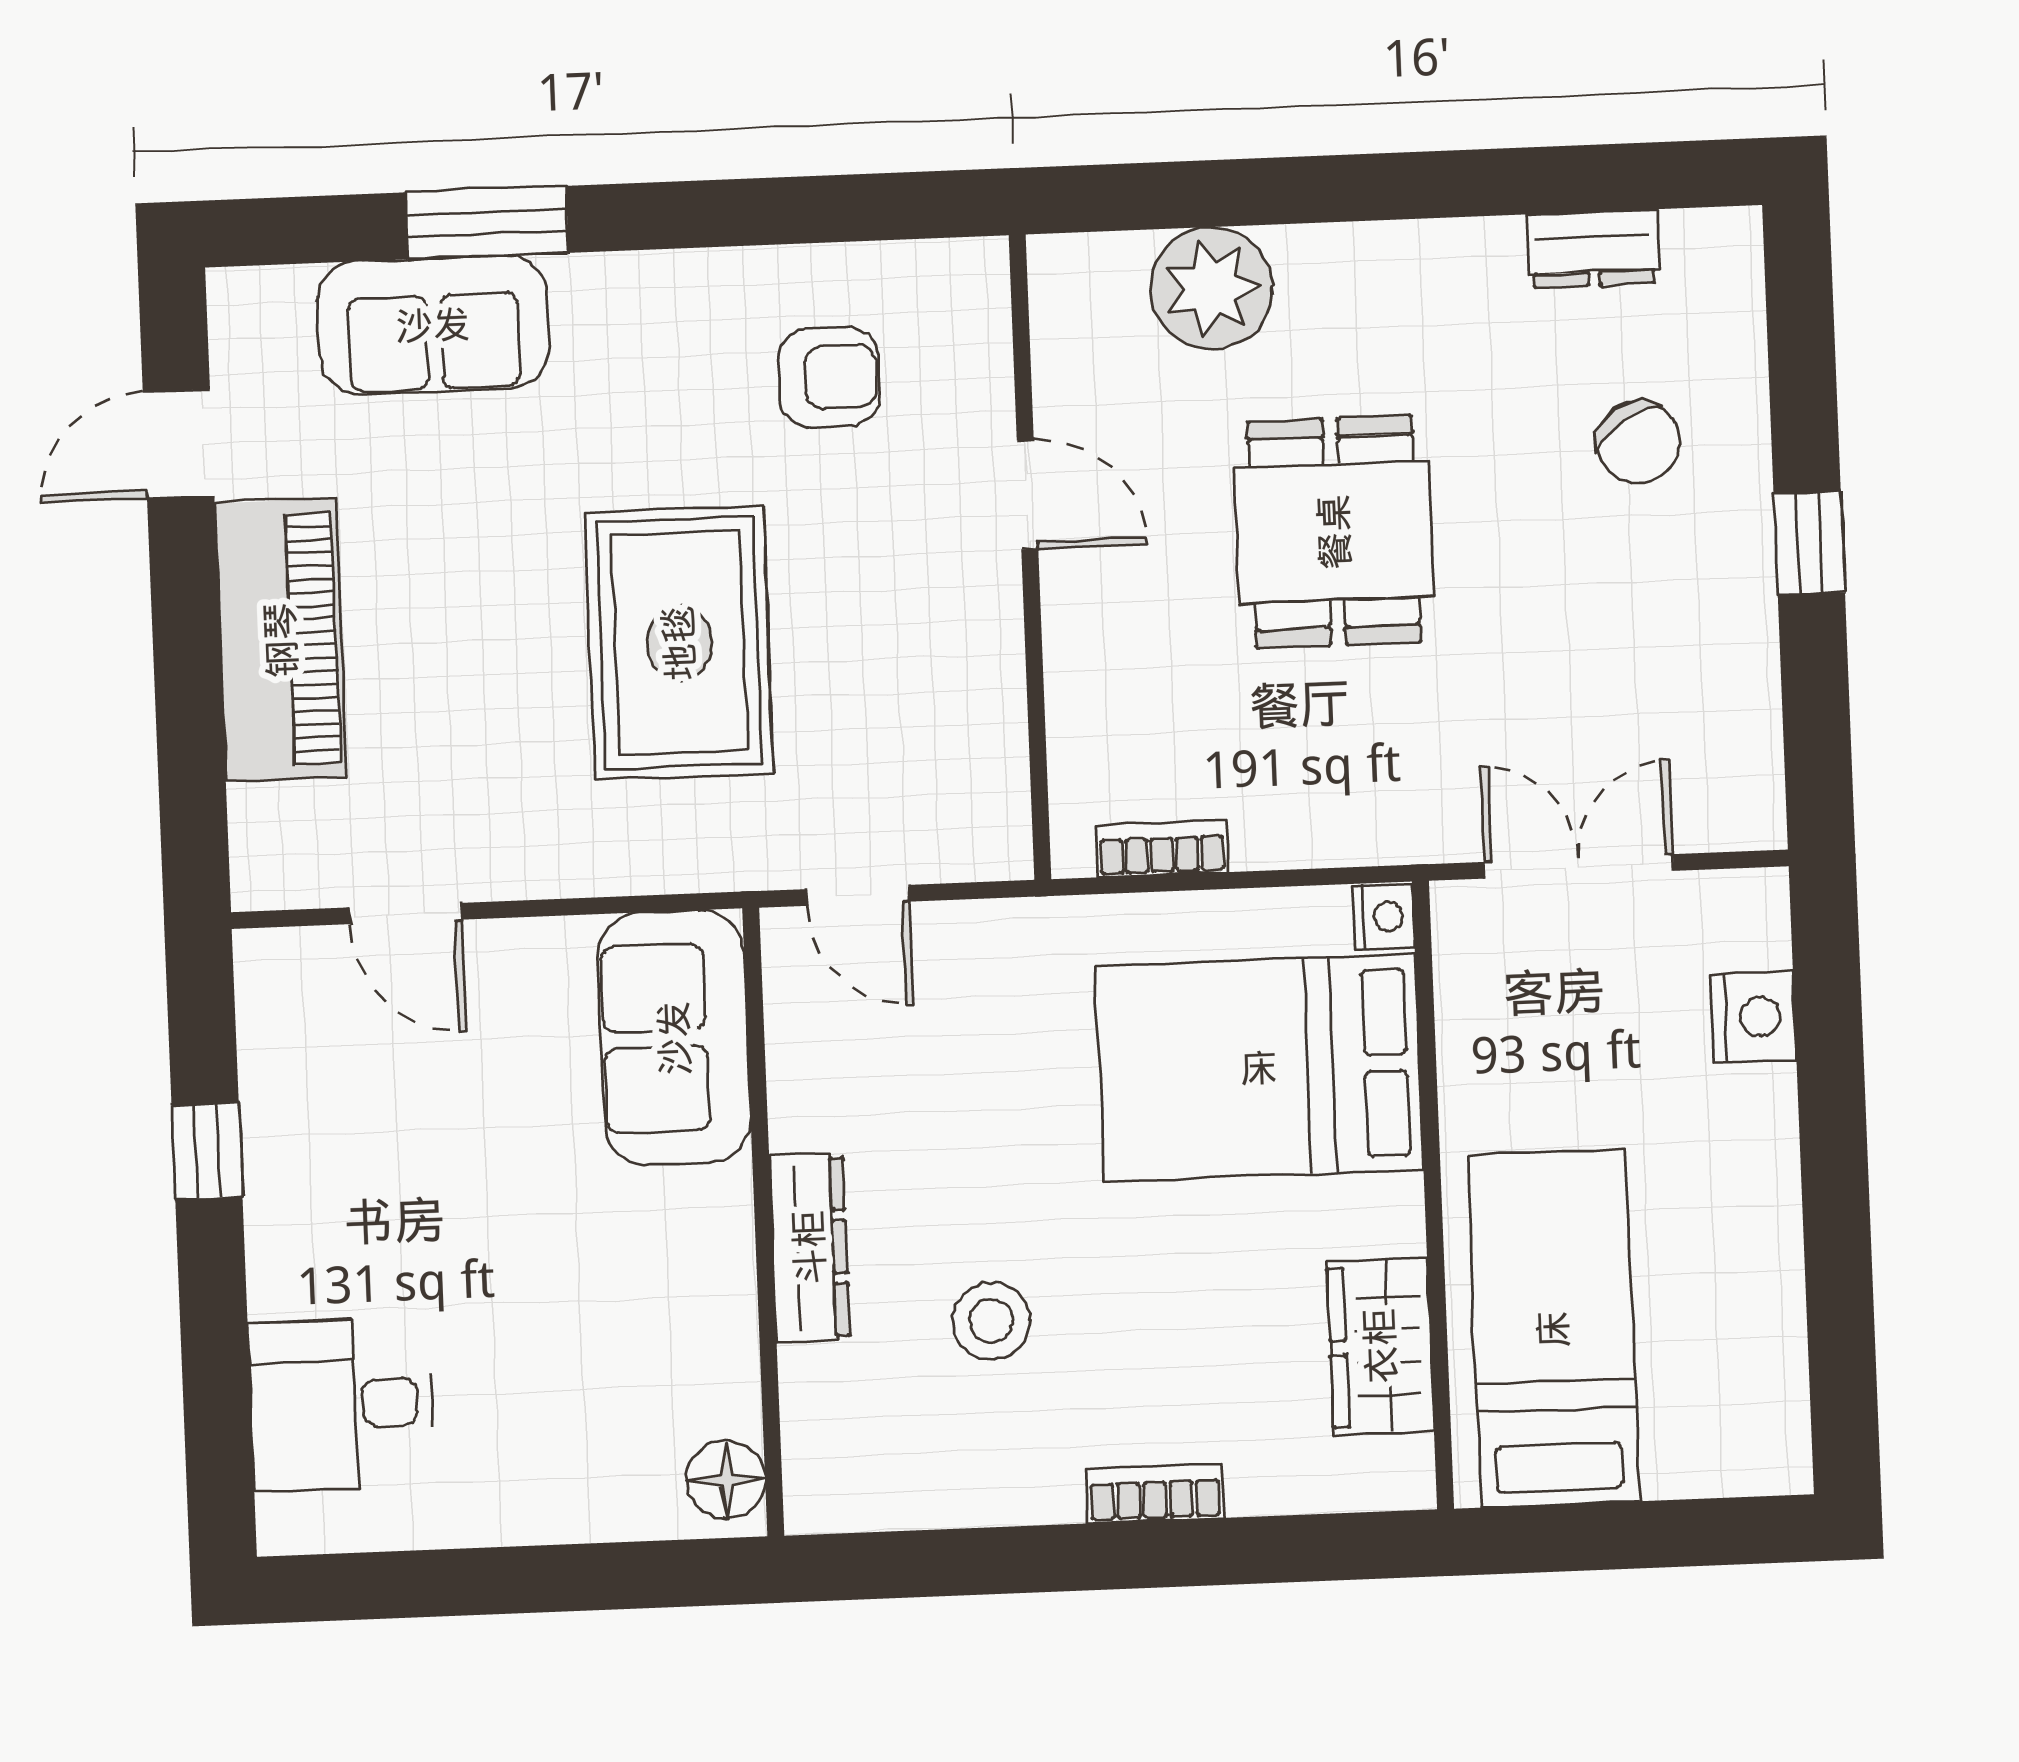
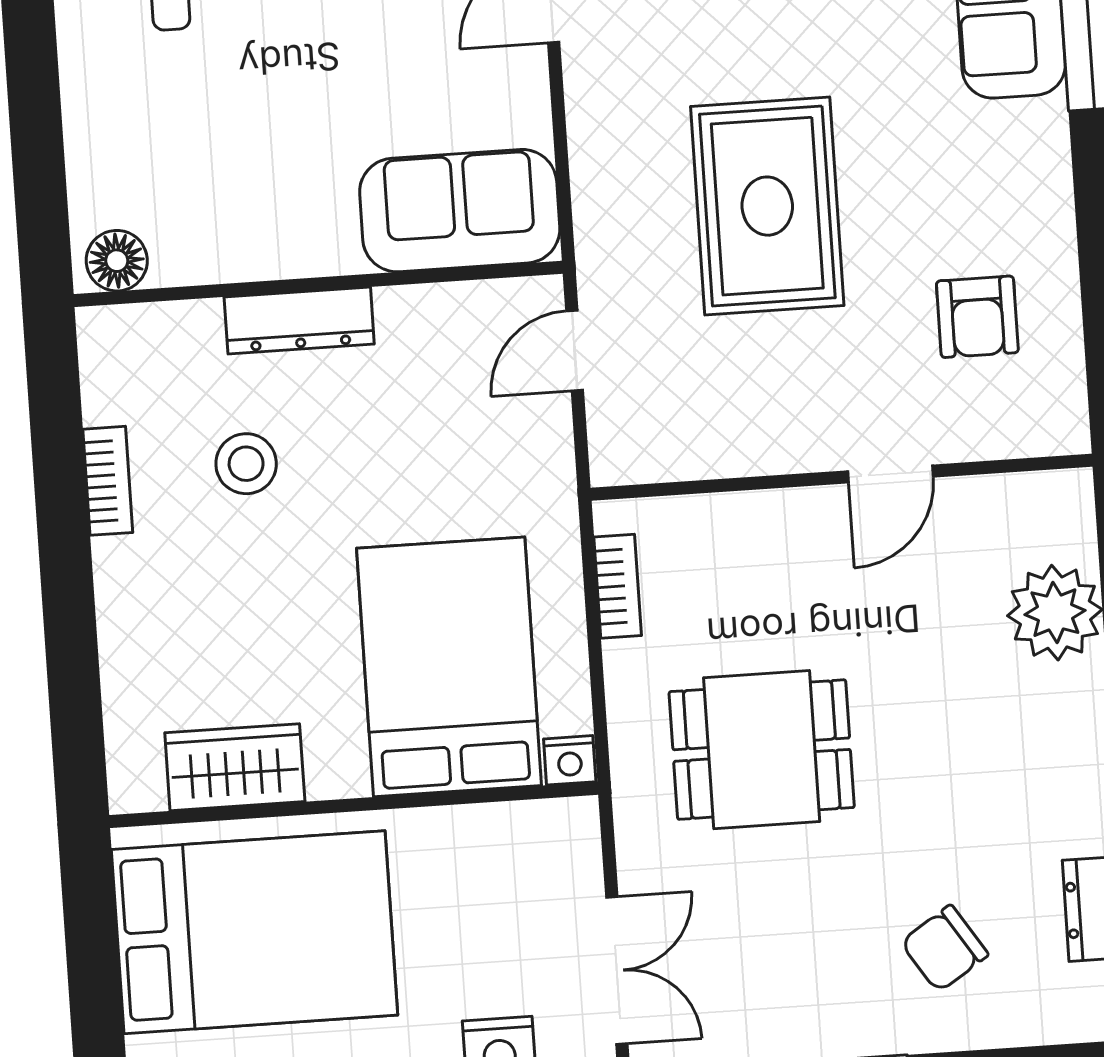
dining table: (1334, 532) -> (762, 750), moved
rug: (679, 643) -> (767, 206), turned 90
double door: (1579, 866) -> (617, 970), moved
bed: (1553, 1329) -> (254, 932), width x1.50
bookcase: (1155, 1493) -> (108, 481), moved

